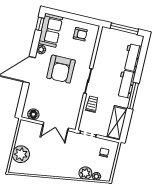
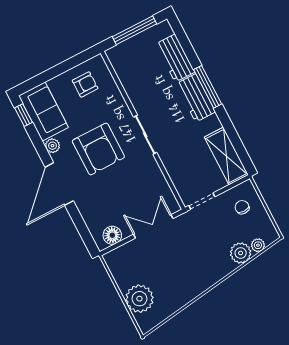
window: (133, 96) -> (208, 87), moved
trolley: (92, 104) -> (175, 160), removed
double door: (56, 126) -> (153, 226), swing flipped

